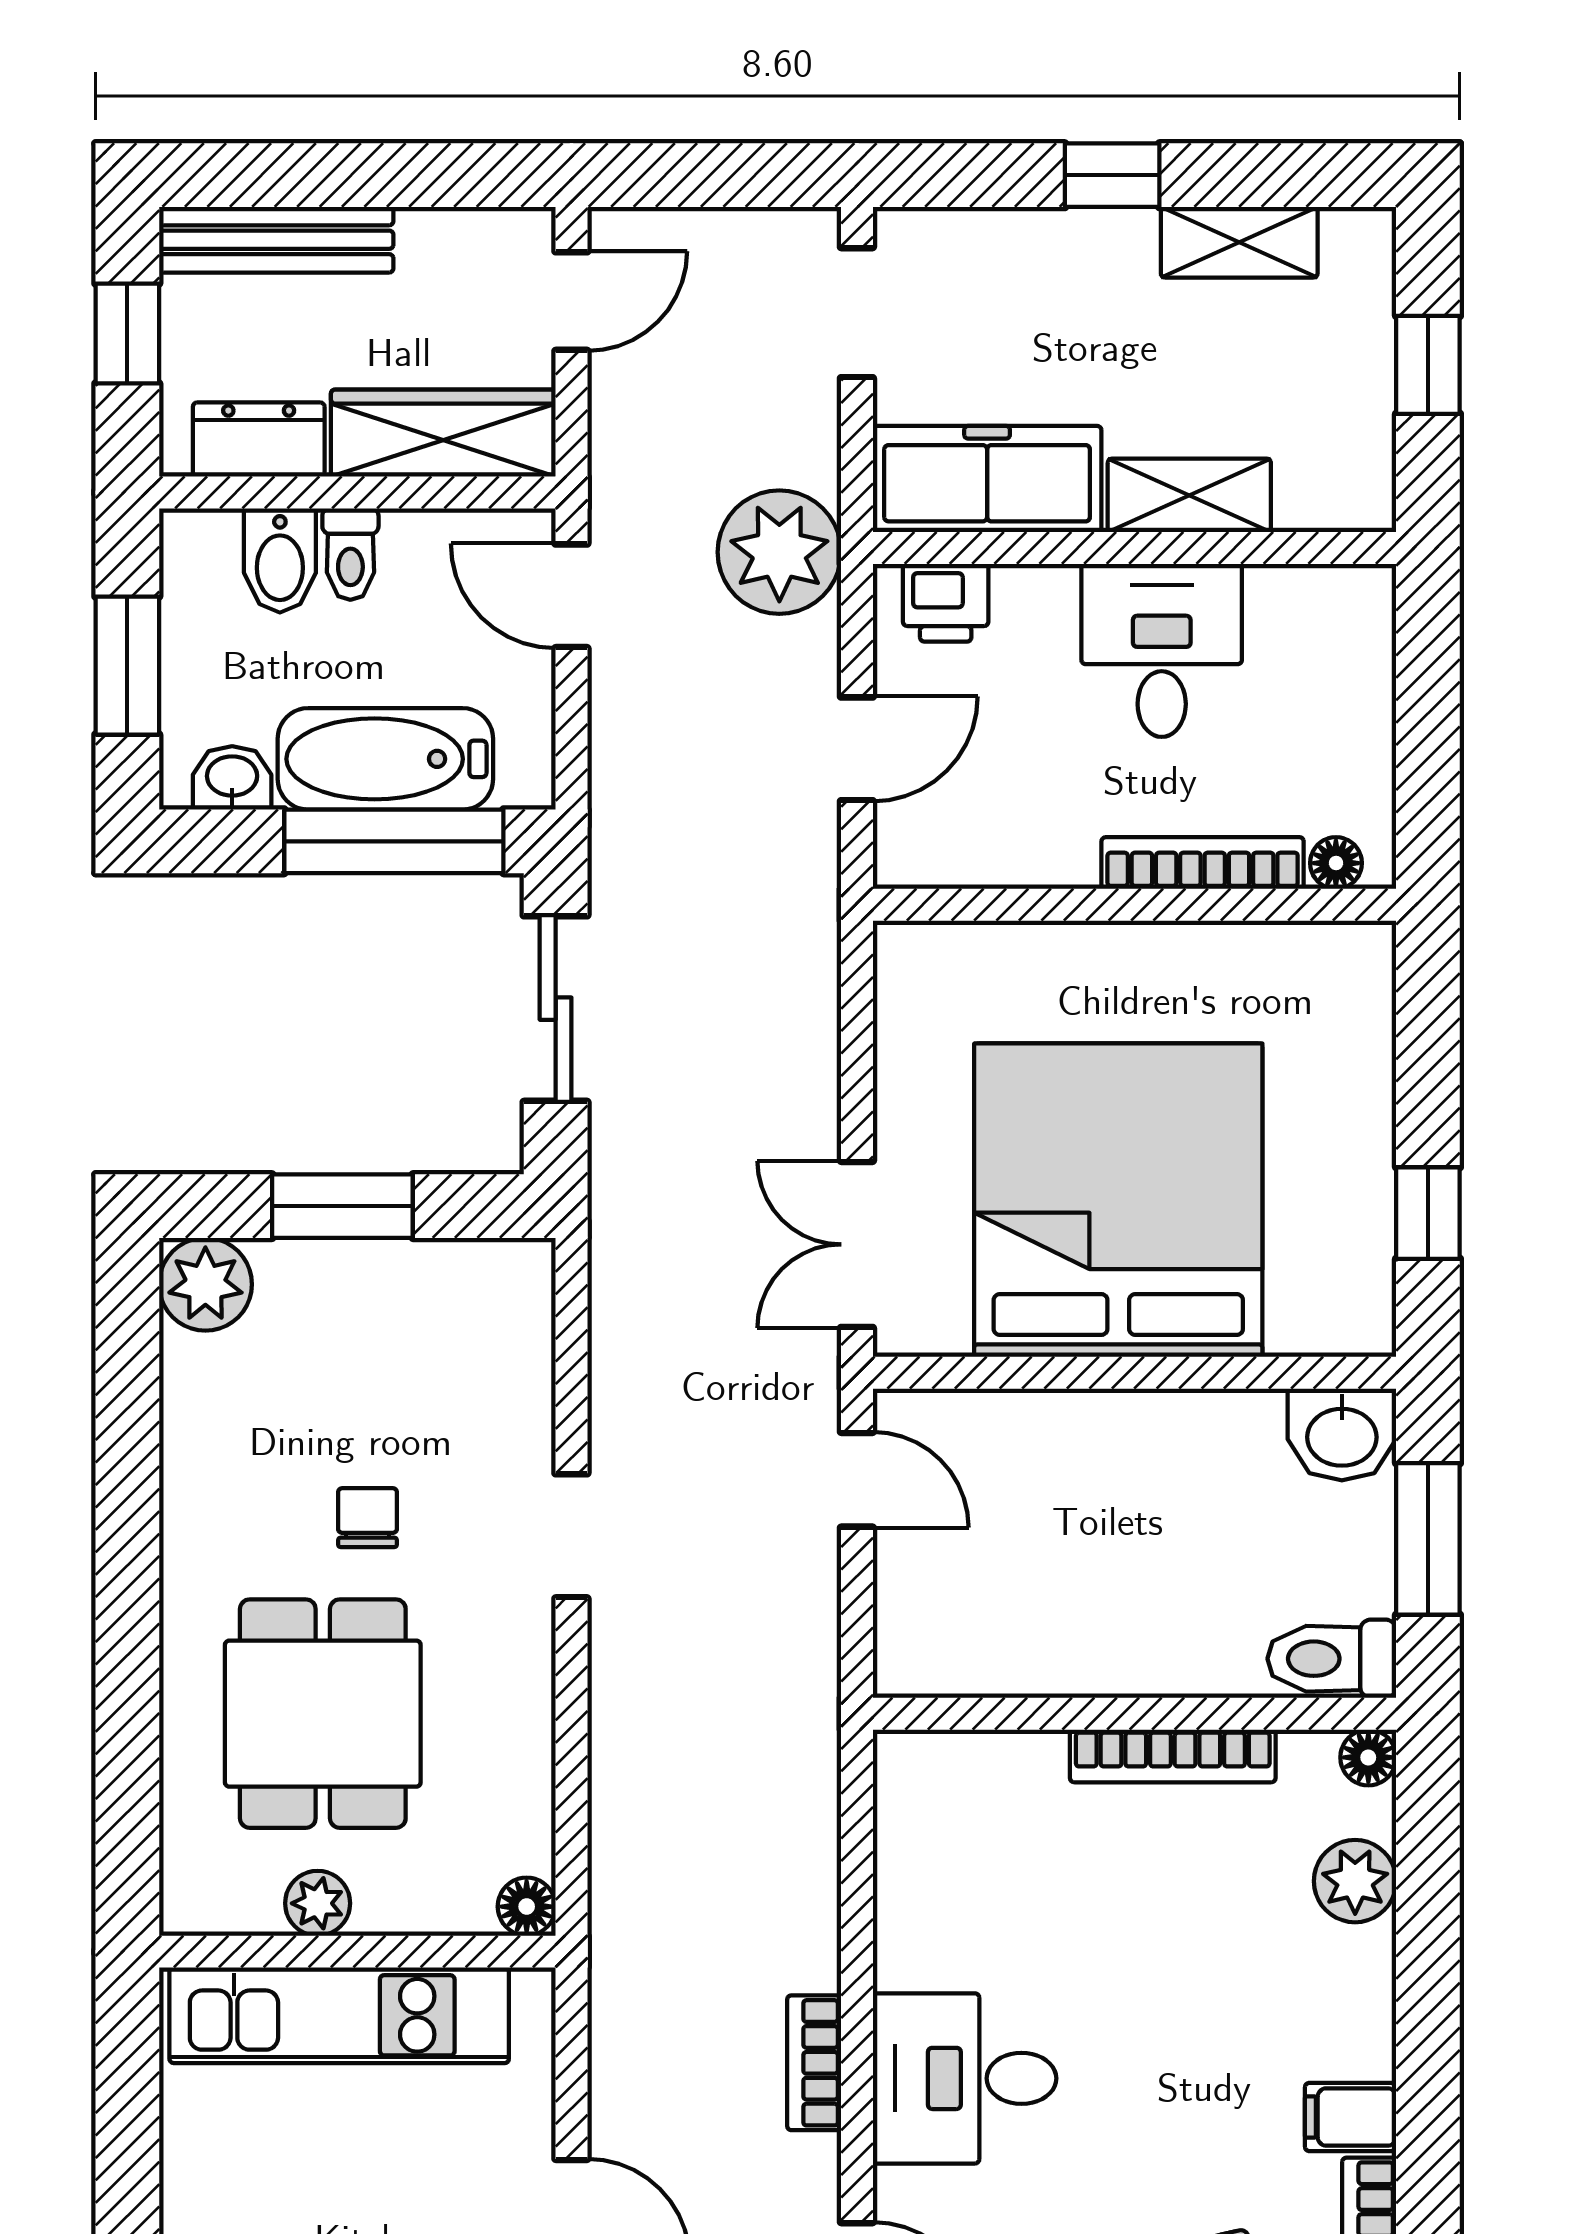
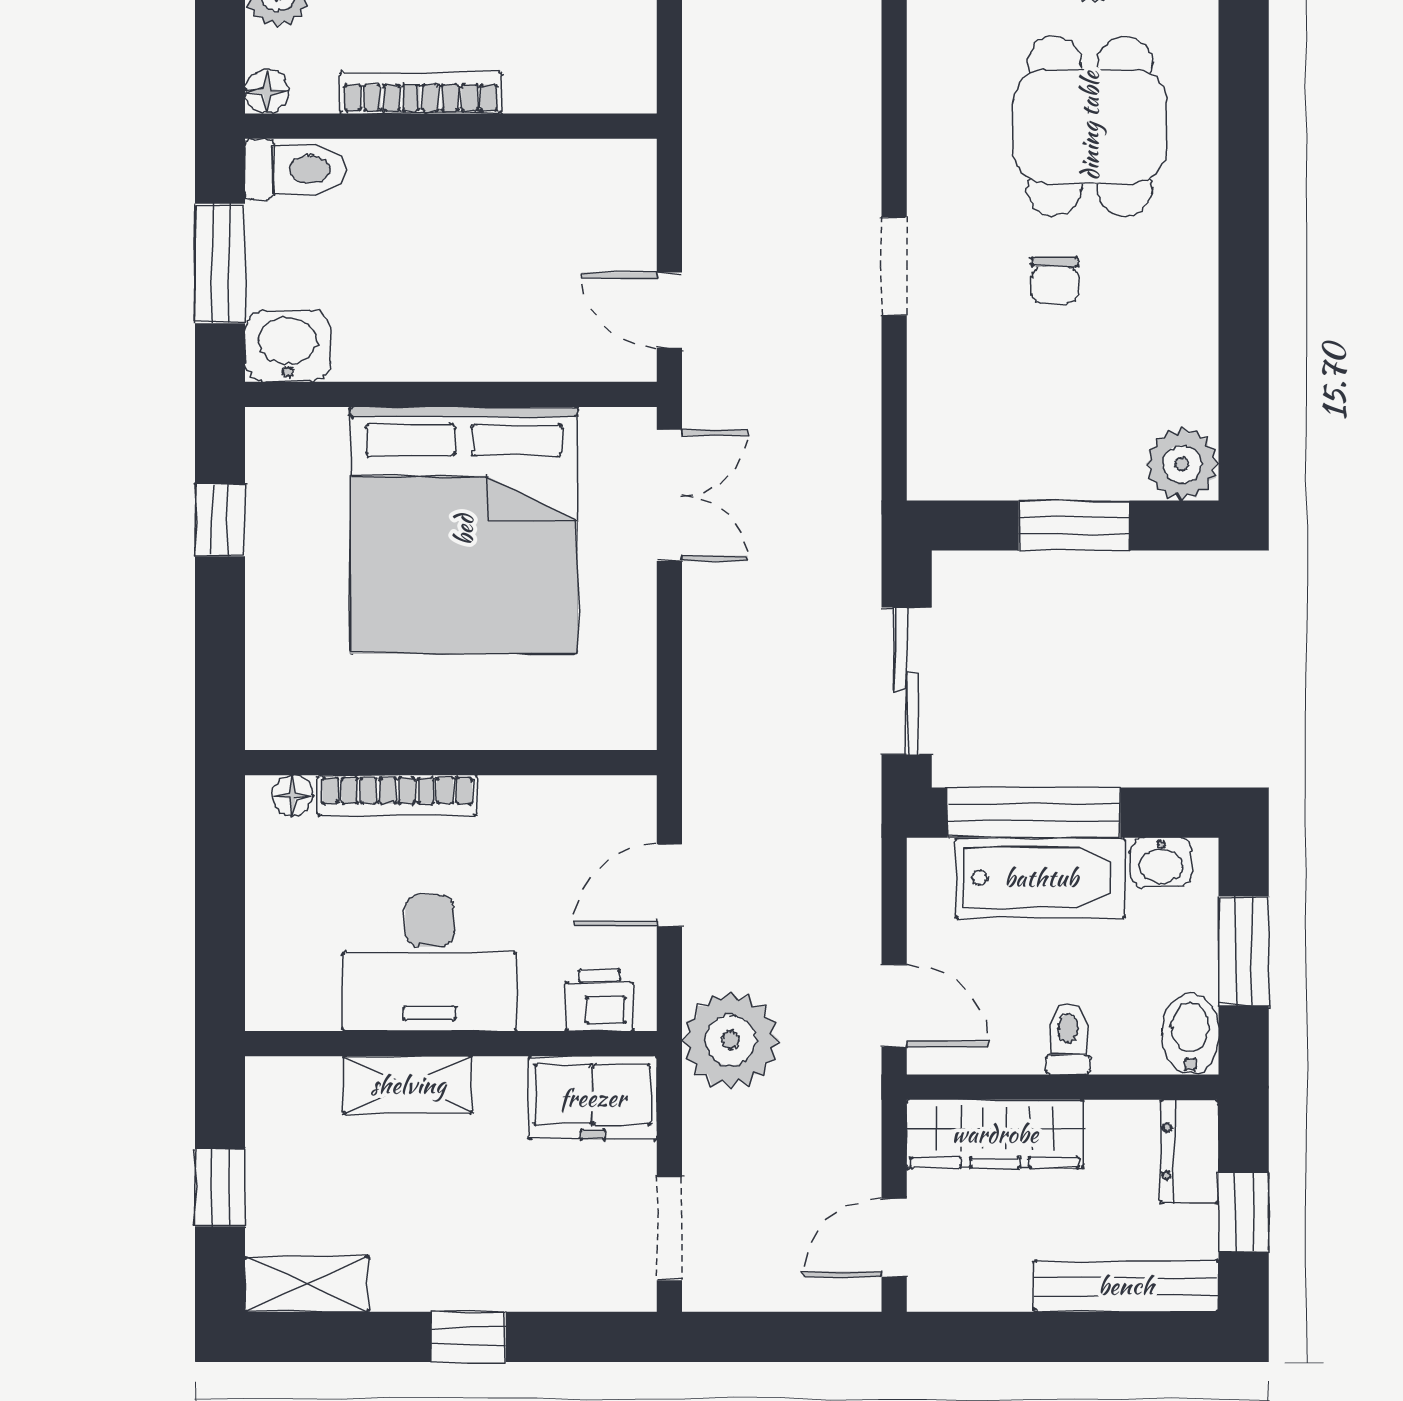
shelving: (1239, 242) -> (307, 1284), moved
dresser: (259, 439) -> (1189, 1152), moved, turned 90
freezer: (987, 479) -> (593, 1098), width x0.71
bidet: (280, 560) -> (1190, 1034), moved
desk: (1162, 650) -> (430, 963), width x1.37

